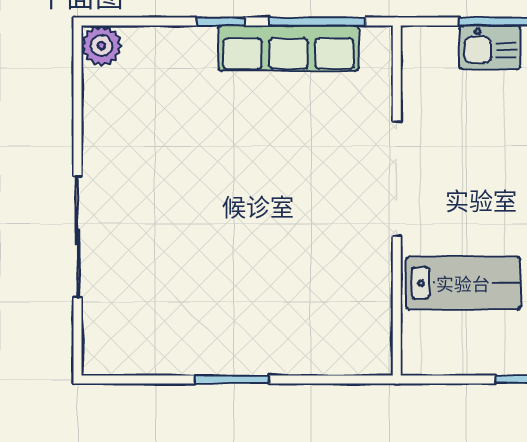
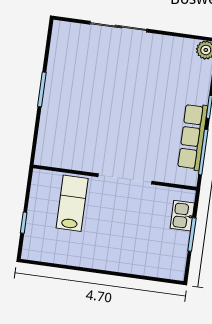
kitchen sink: (490, 47) -> (182, 216), moved
lab bench: (463, 283) -> (72, 203), turned 180

